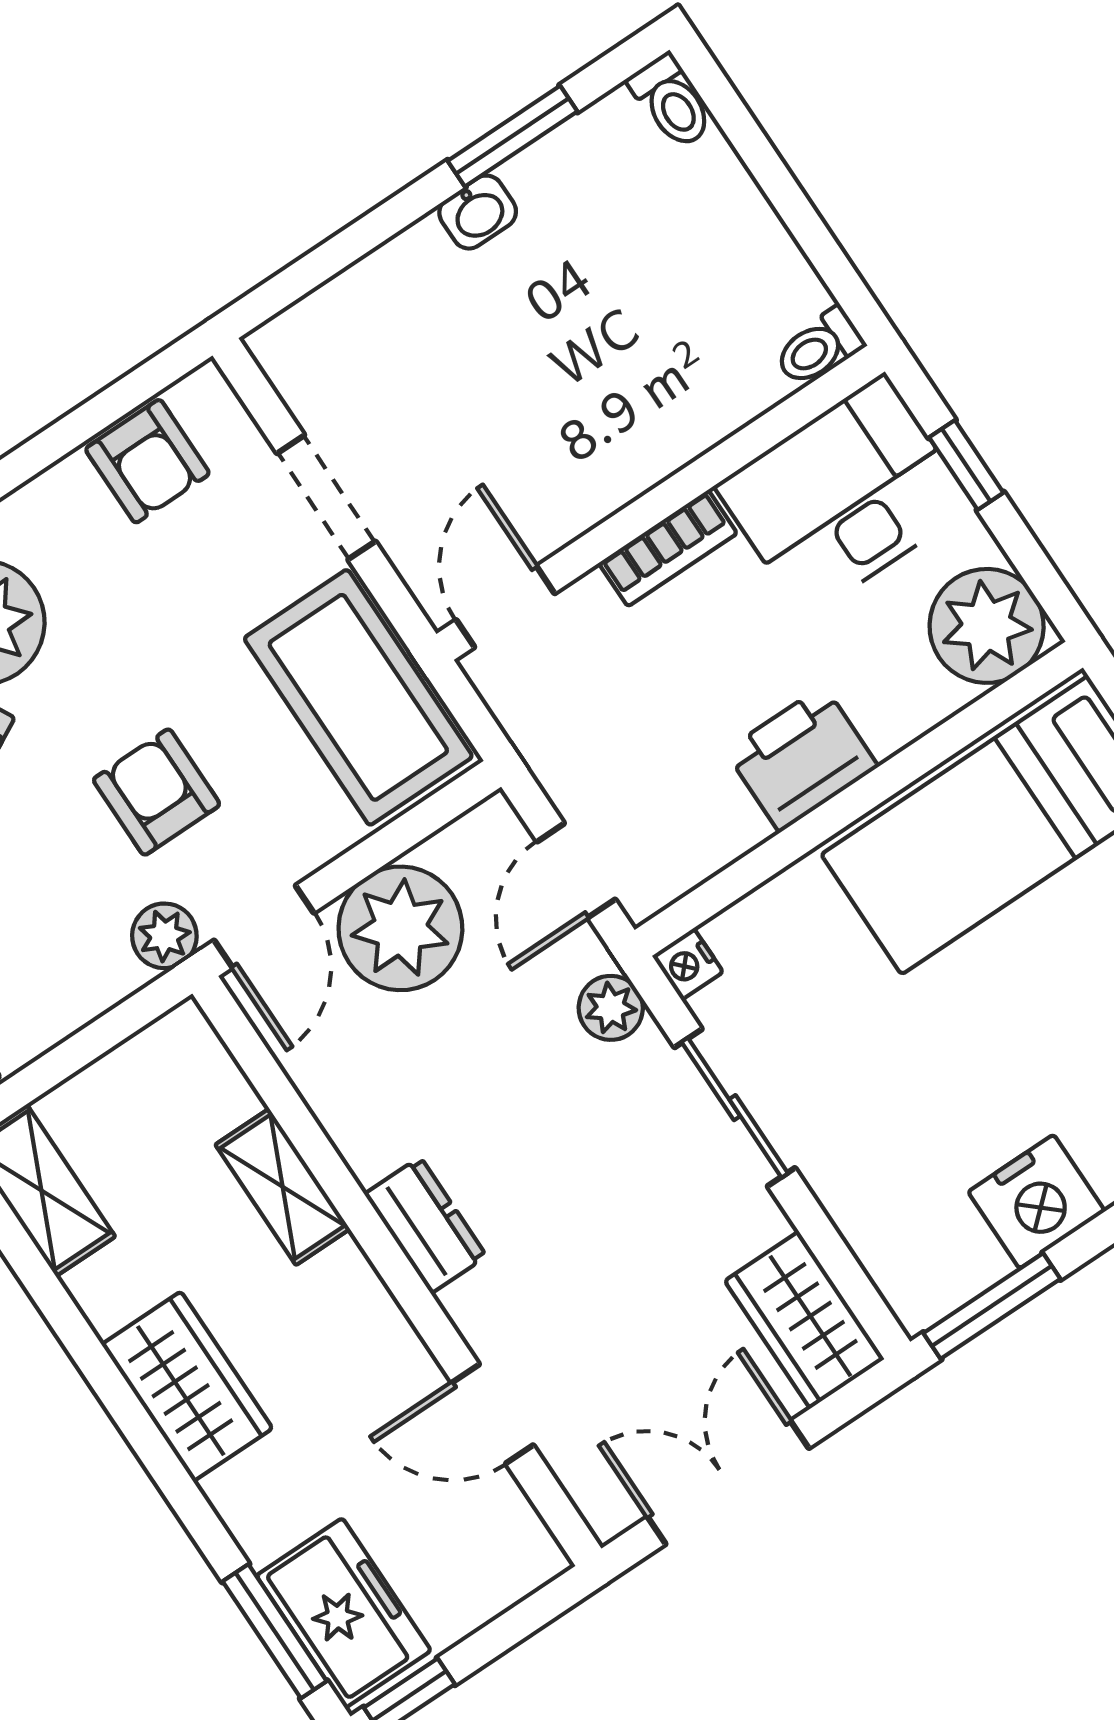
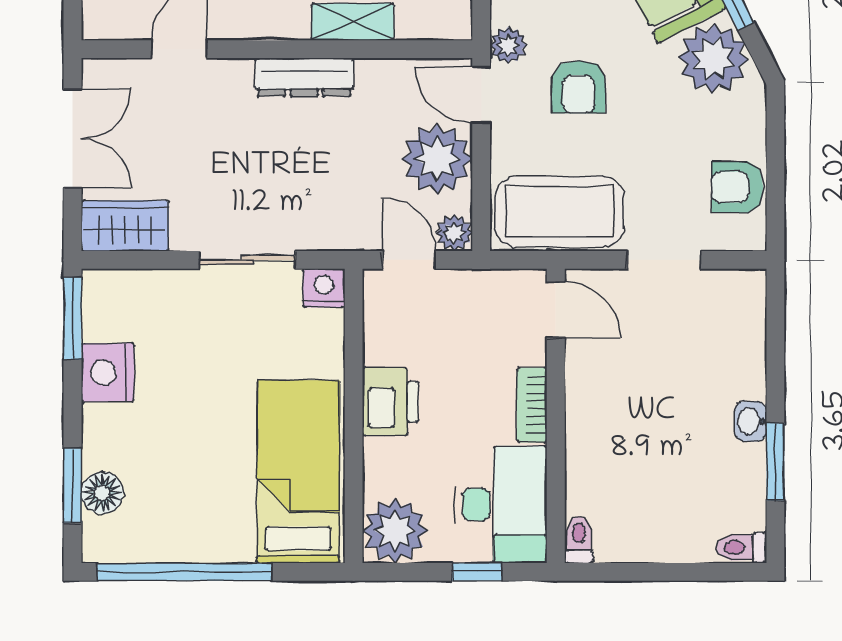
armchair: (157, 792) -> (578, 87), turned 90
nightstand: (688, 964) -> (324, 288), width x1.39, depth x1.35
plant: (611, 1008) -> (454, 233), moved
dresser: (426, 1225) -> (304, 77), width x1.44

